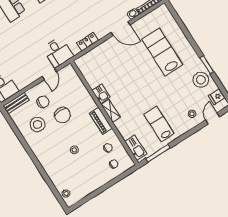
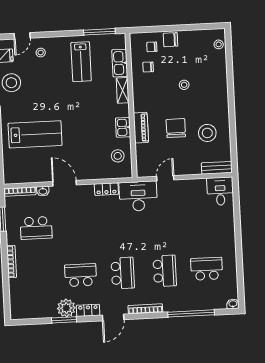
desk: (58, 52) -> (138, 196), width x1.37
lab bench: (162, 52) -> (35, 134), turned -90
stool: (93, 71) -> (118, 156), added
chair: (43, 102) -> (170, 40), moved
shelving: (111, 111) -> (123, 90), moved
piano: (101, 121) -> (141, 128), moved
kitchen sink: (136, 148) -> (120, 63), moved

